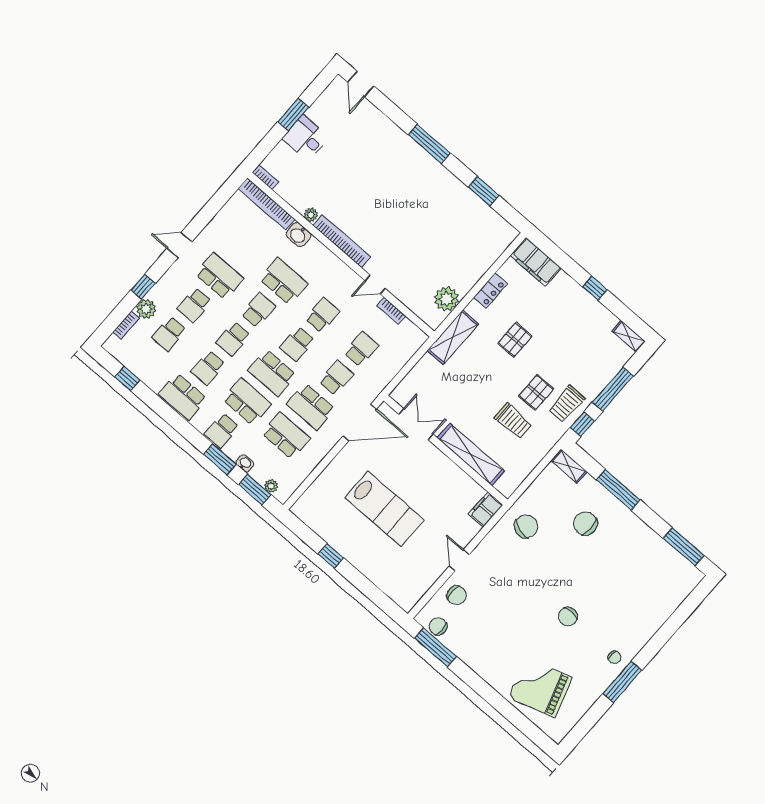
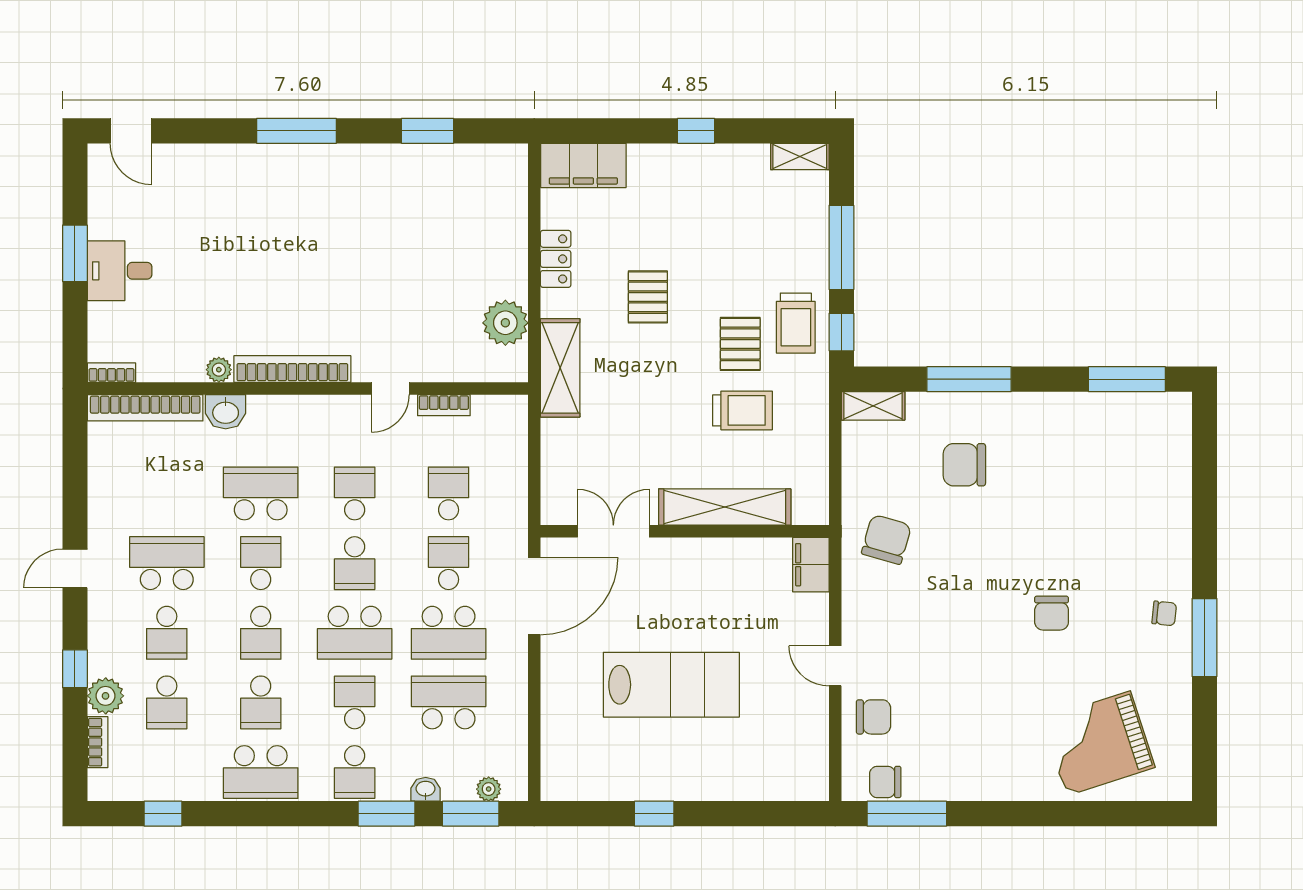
school desk: (247, 402) -> (355, 702), width x0.54

